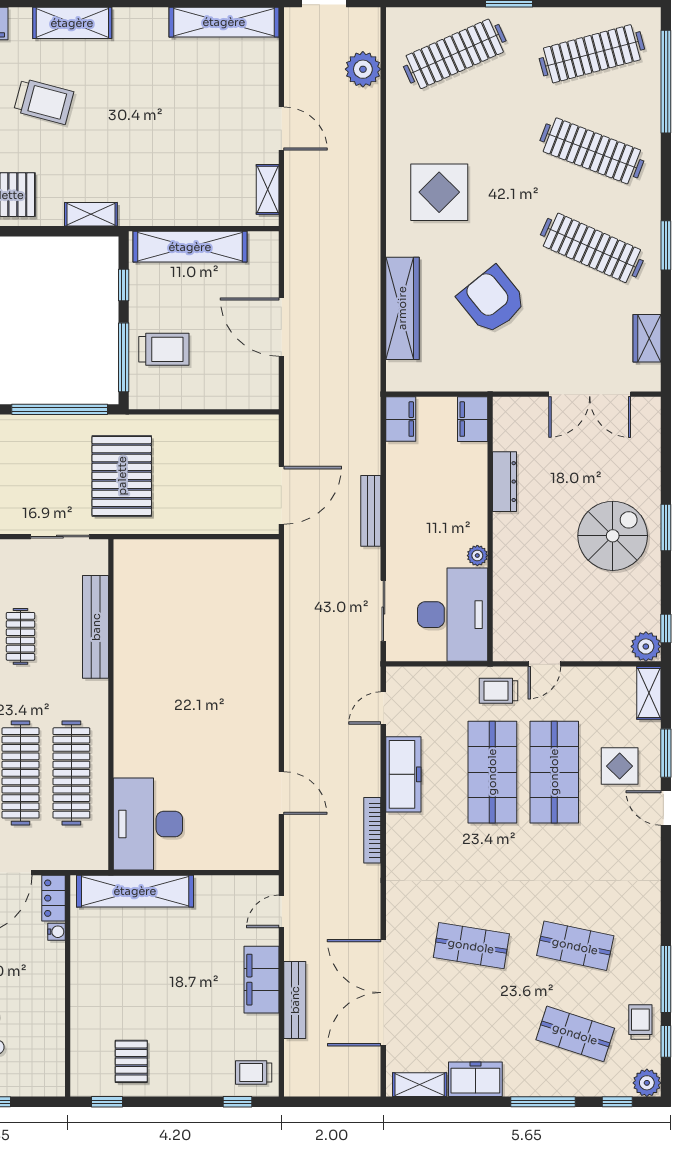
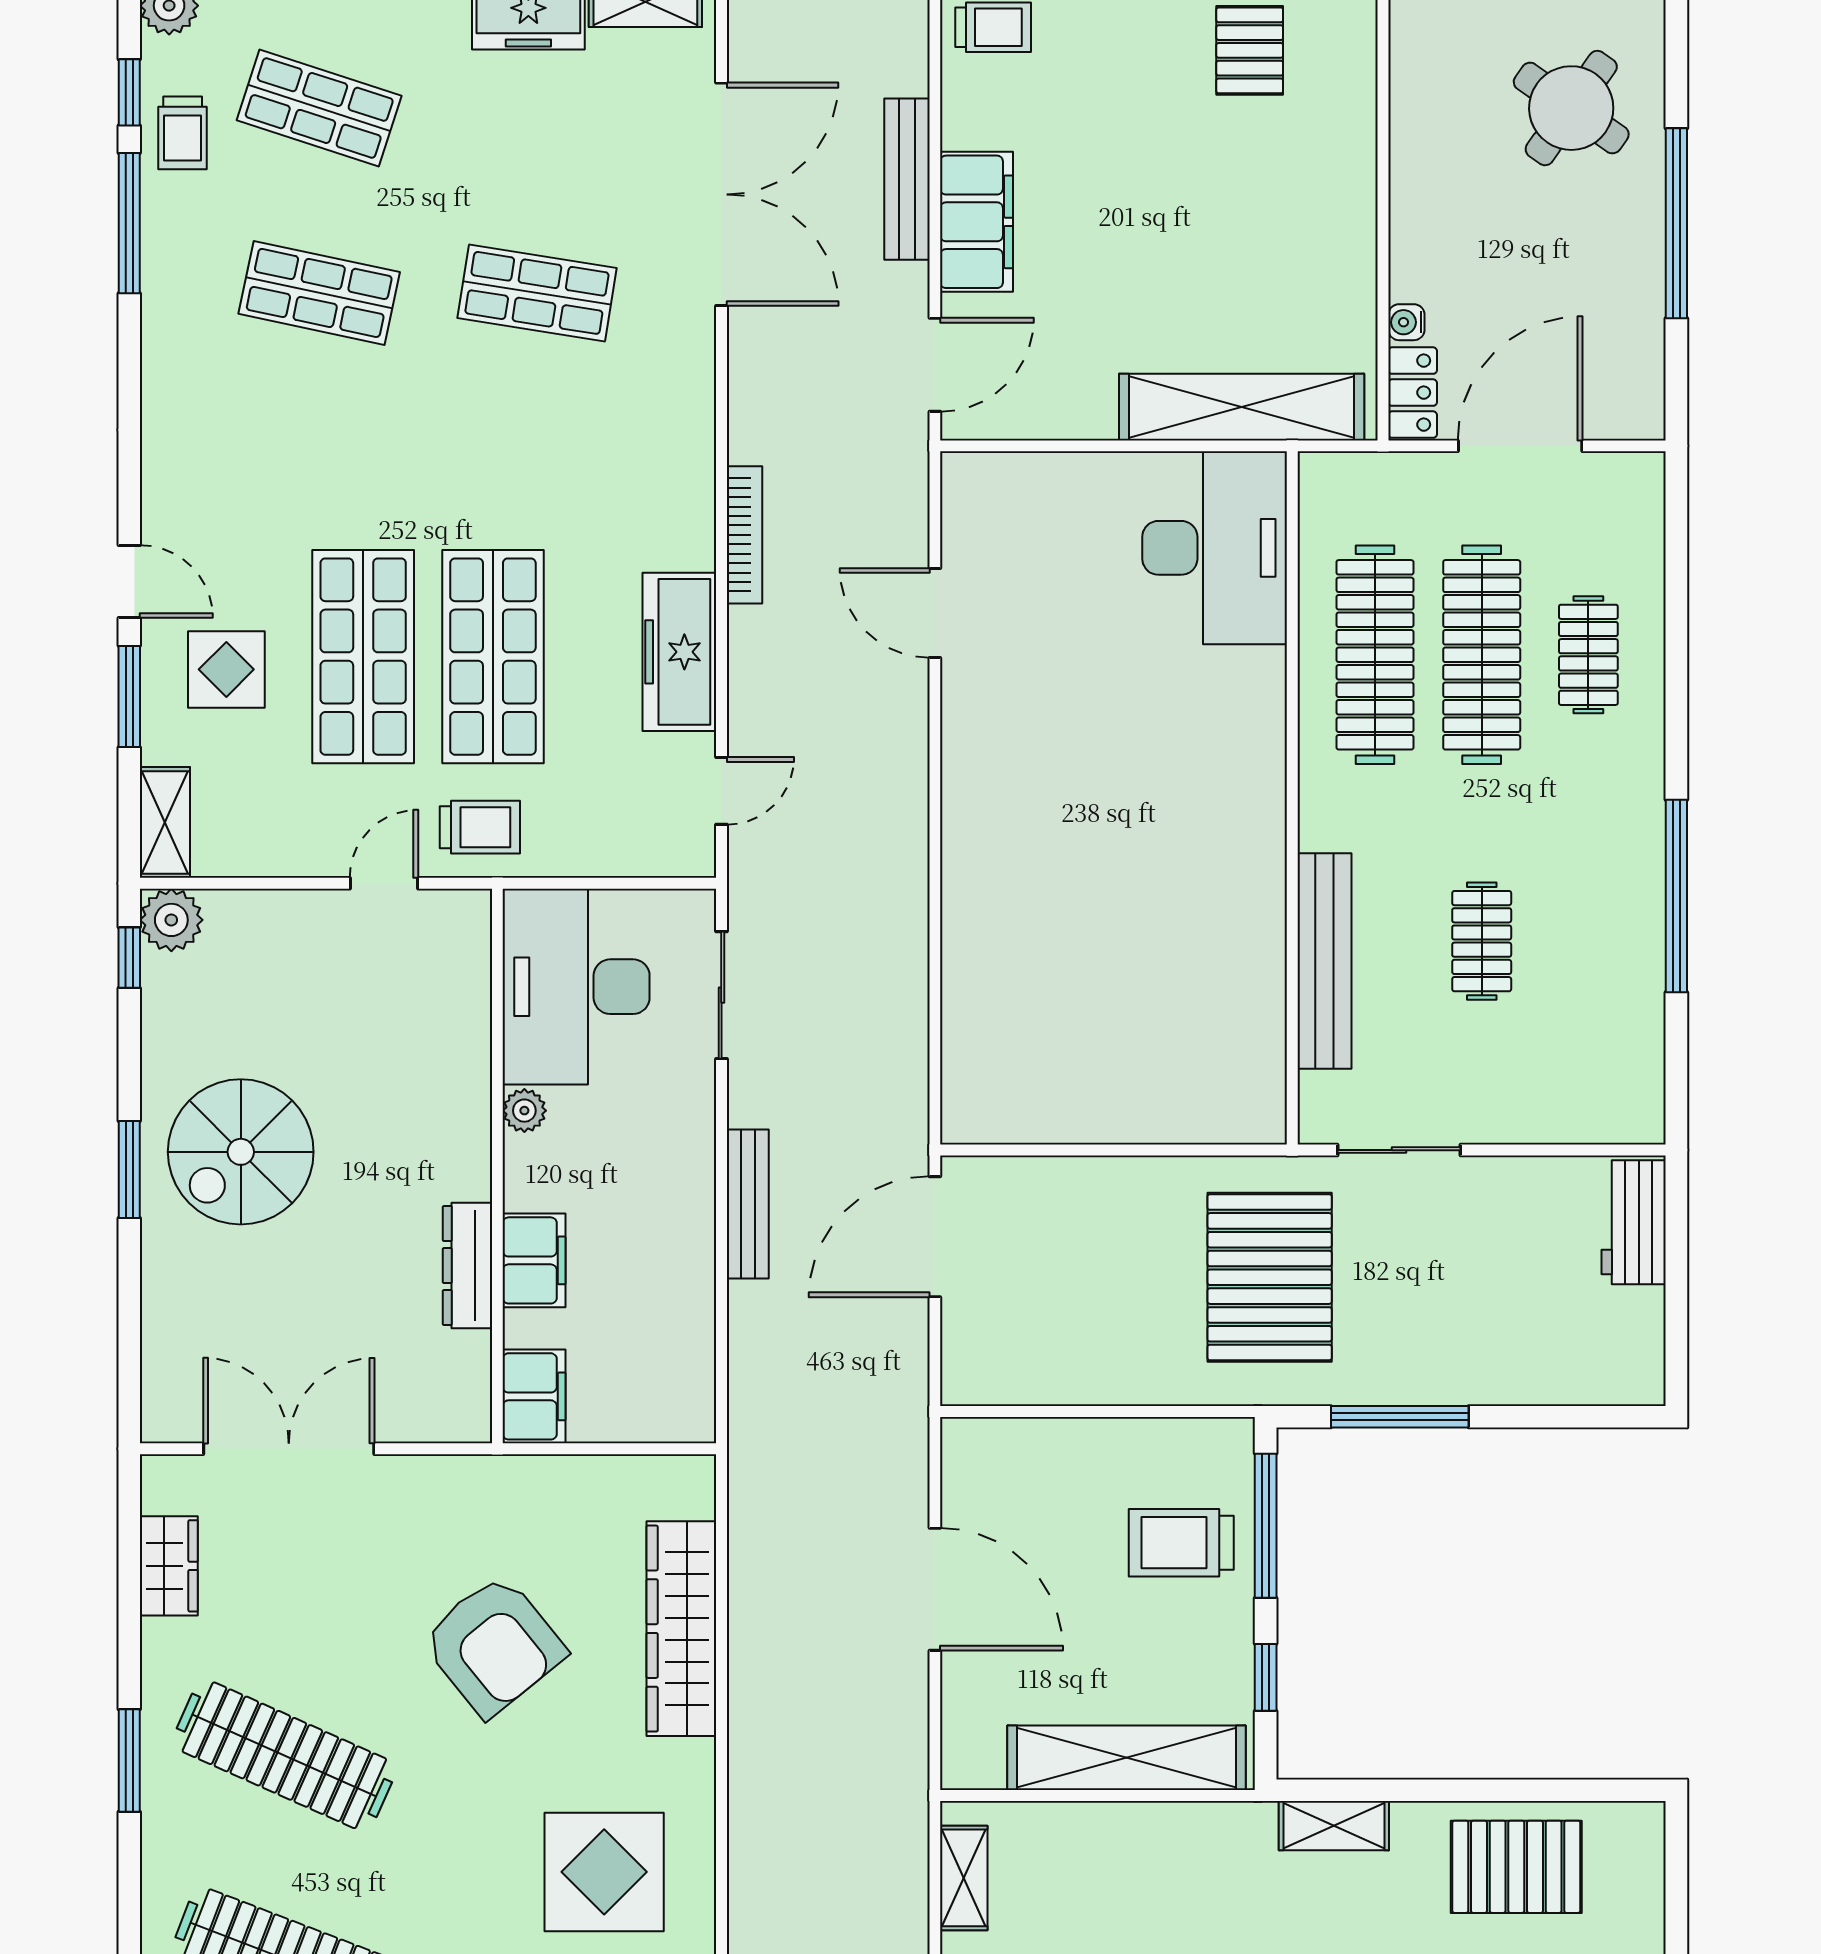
window: (60, 409) -> (1400, 1417), width x0.68
filing cabinet: (401, 419) -> (534, 1260), moved, turned 180
door: (281, 911) -> (935, 365), width x1.38

